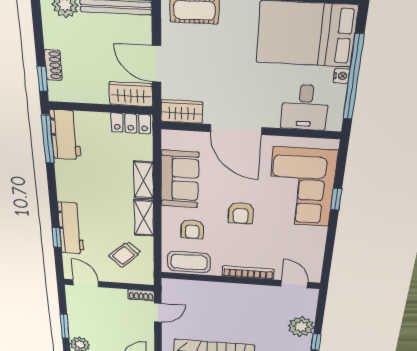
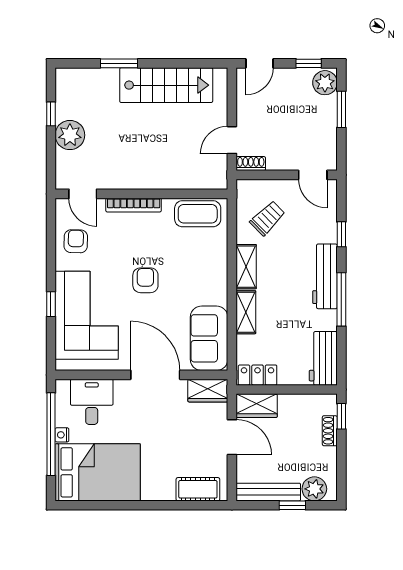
window: (48, 139) -> (341, 299), moved
sofa: (180, 179) -> (209, 338), moved
workbench: (71, 228) -> (325, 276), moved
armchair: (192, 229) -> (76, 241), moved

